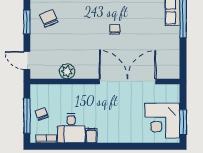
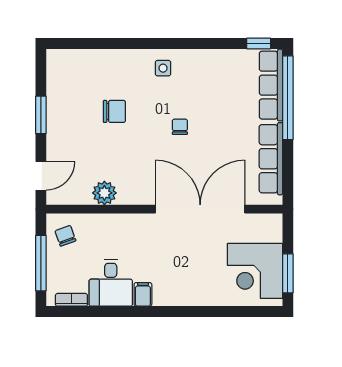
chair: (49, 18) -> (114, 111), moved, turned 112
row of seats: (172, 50) -> (271, 159), added
door: (27, 60) -> (41, 176), swing flipped
chair: (42, 114) -> (65, 236), moved

